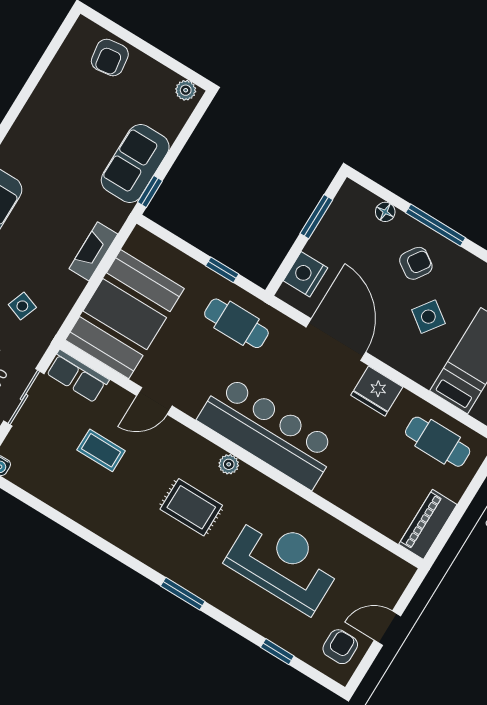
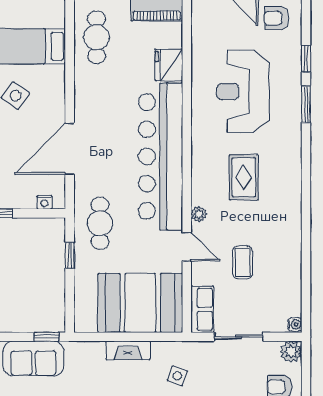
fireplace: (93, 251) -> (128, 350), moved
nightstand: (305, 274) -> (44, 202), width x0.53, depth x0.56
fridge: (377, 391) -> (169, 65), moved, turned 180
bar counter: (268, 432) -> (161, 156), width x1.36
plant: (229, 464) -> (199, 214), moved
window: (183, 594) -> (306, 104), moved

